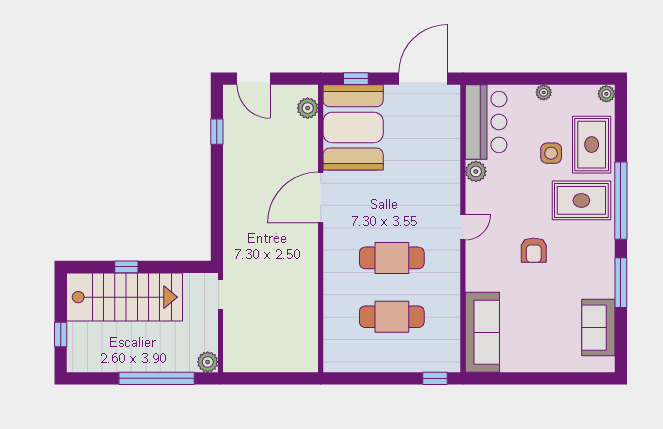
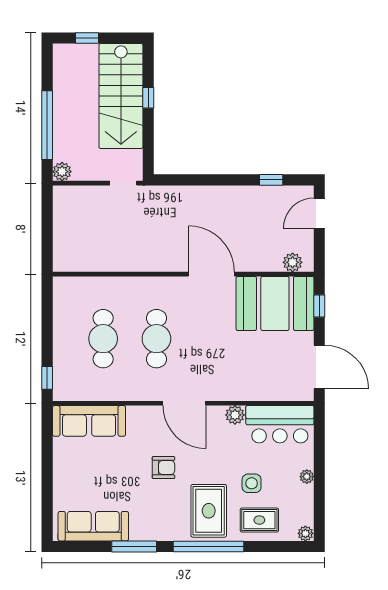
rug: (592, 145) -> (259, 520), width x0.73, depth x0.70
door: (463, 227) -> (184, 403), width x1.88
armchair: (534, 250) -> (164, 468), turned 180
sofa: (598, 328) -> (93, 526), width x1.36

